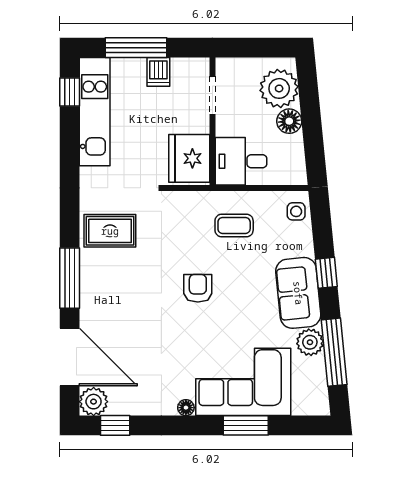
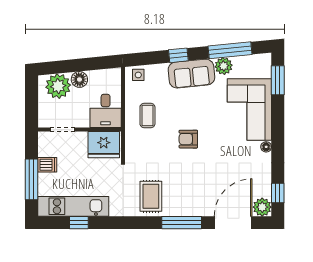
window: (70, 92) -> (79, 223), moved
window: (246, 425) -> (278, 80), moved

